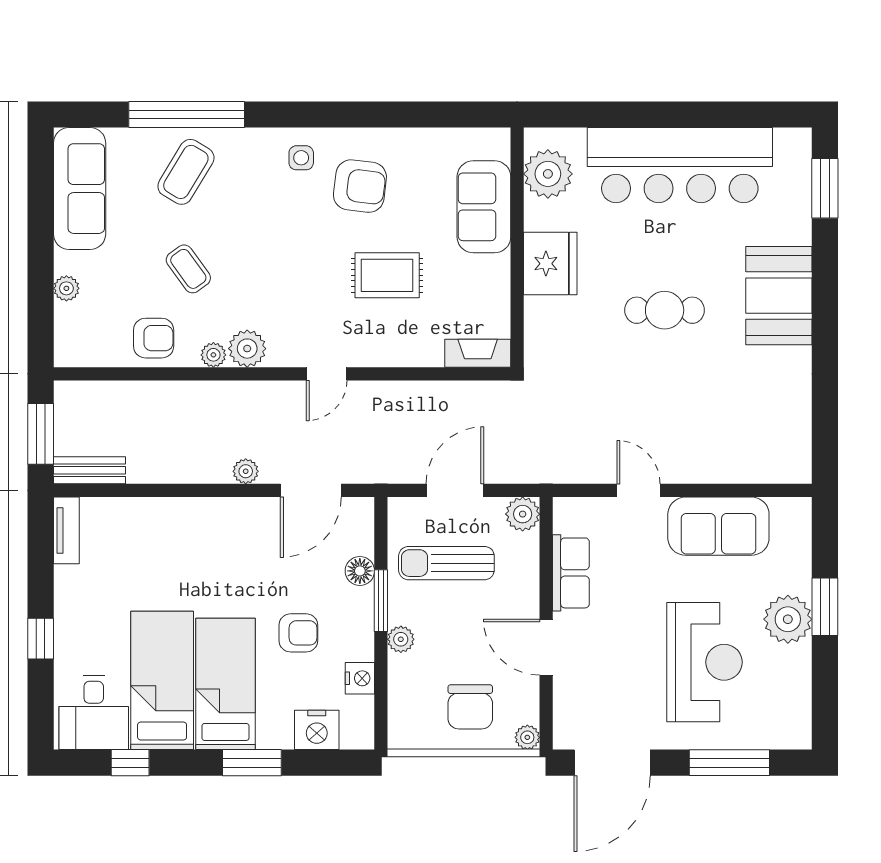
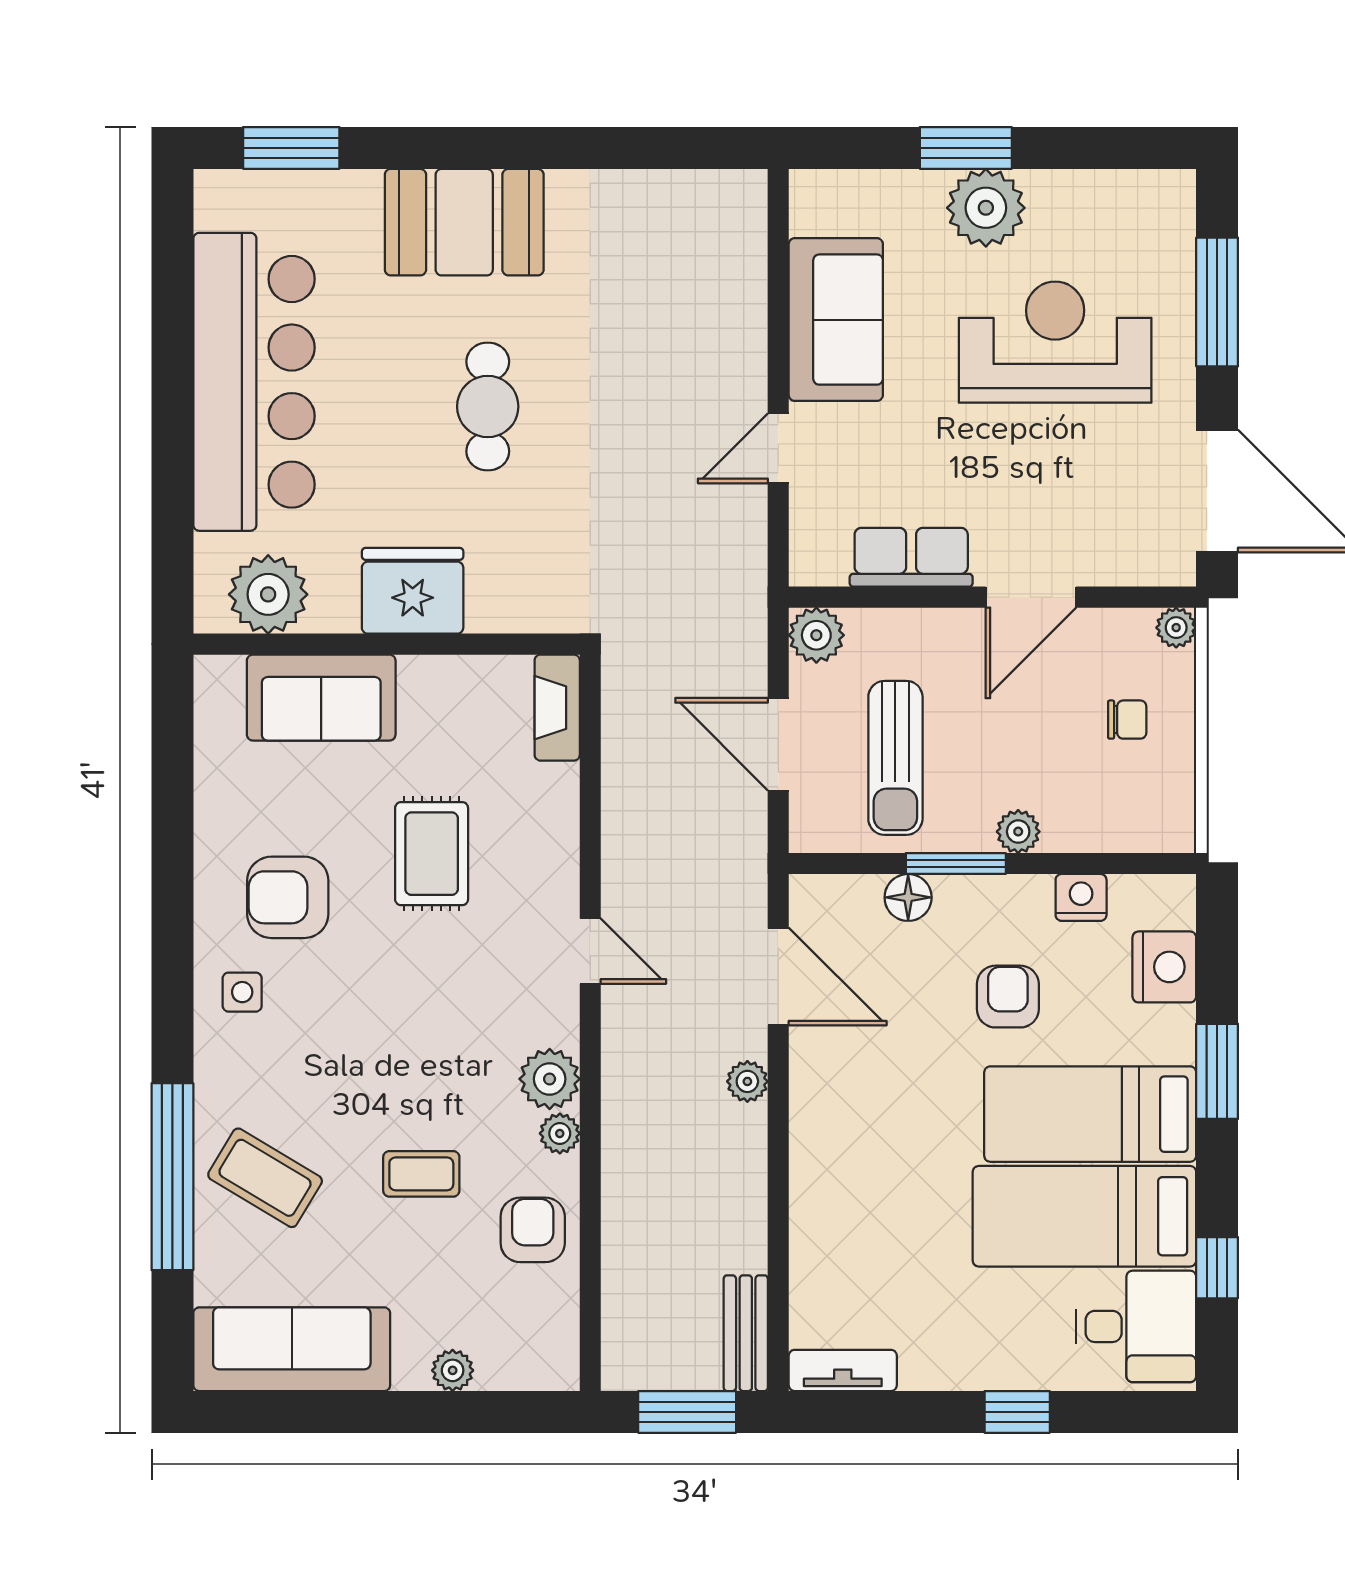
armchair: (360, 186) -> (288, 897), turned -97
coffee table: (188, 269) -> (421, 1174), turned 36
chair: (470, 707) -> (1127, 720), width x0.54, depth x0.54

